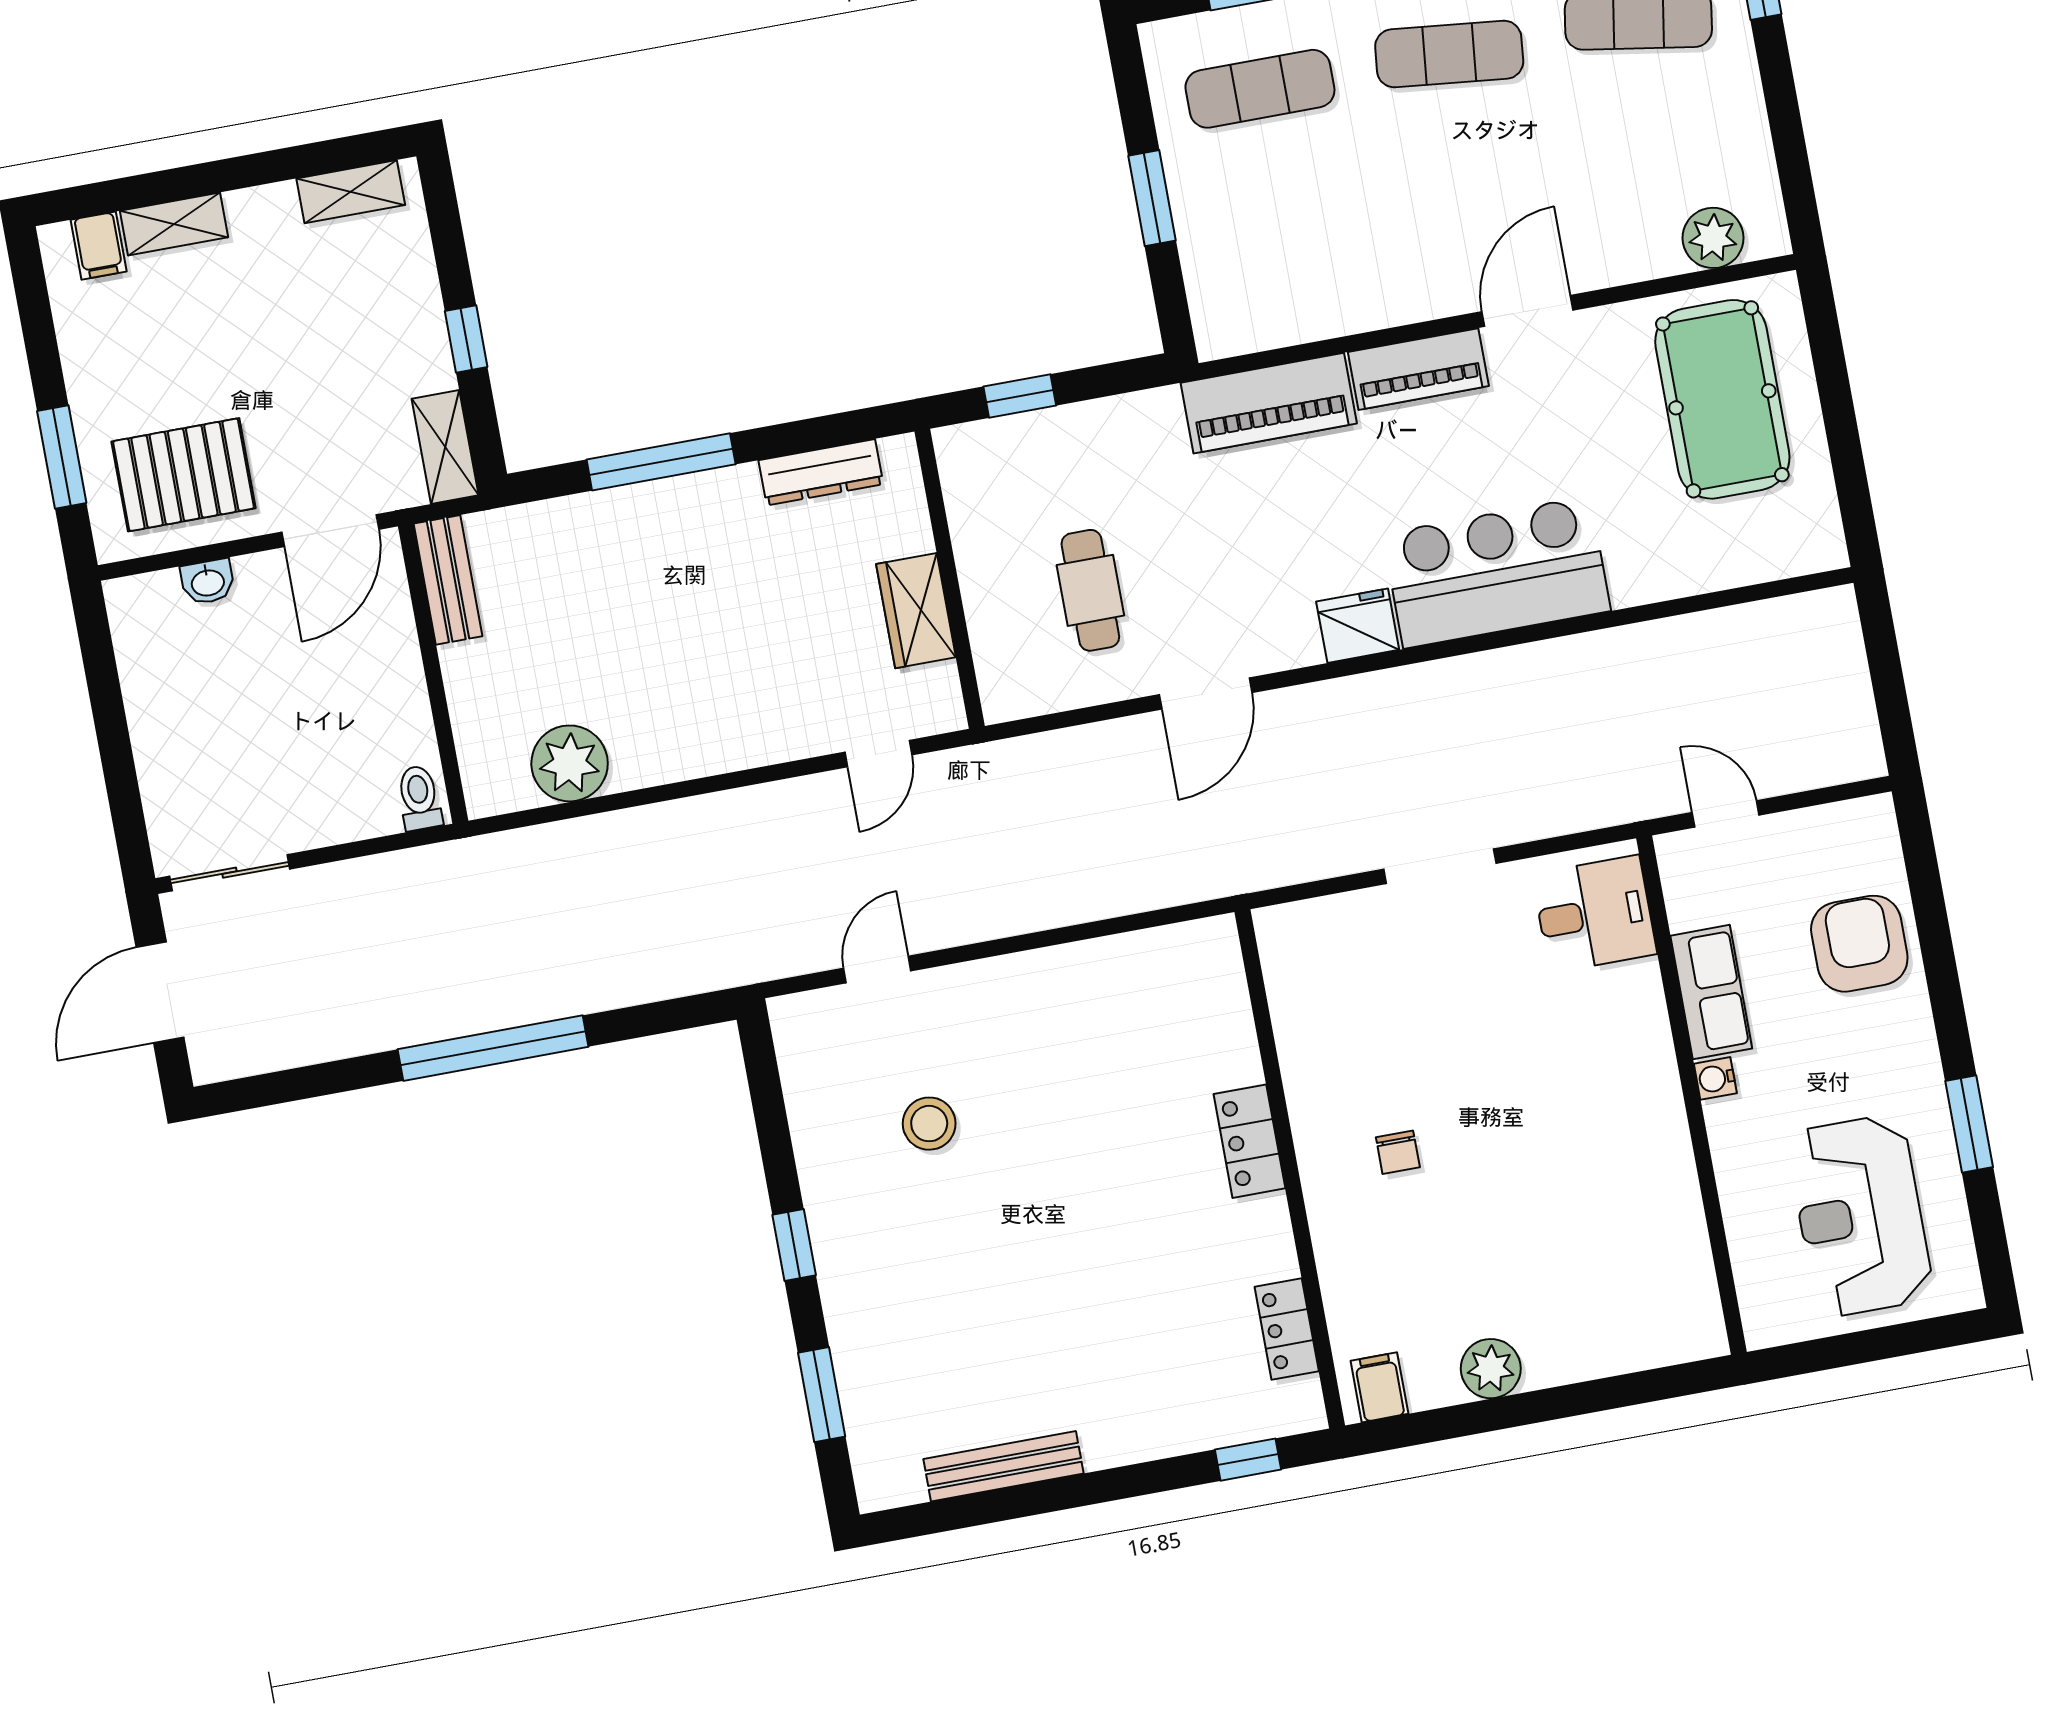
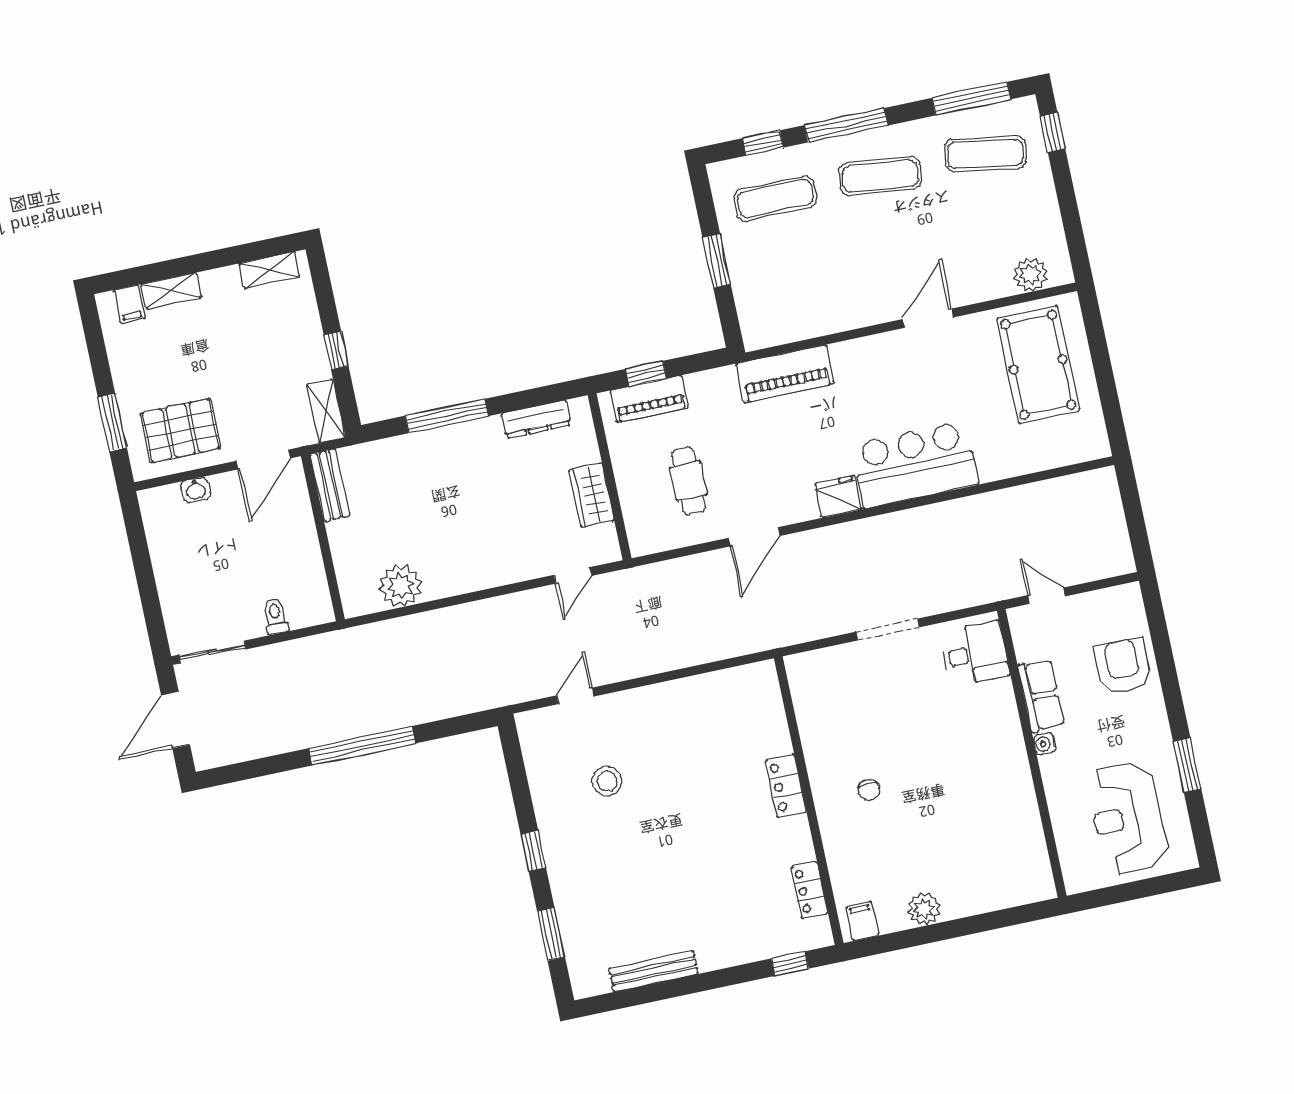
piano: (1418, 369) -> (649, 399), moved
toilet: (419, 798) -> (276, 616), moved

